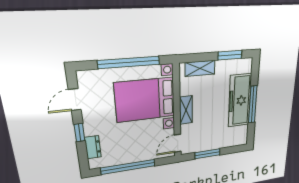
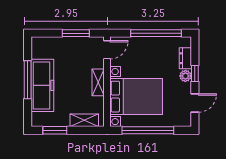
plant: (91, 129) -> (185, 76), added

